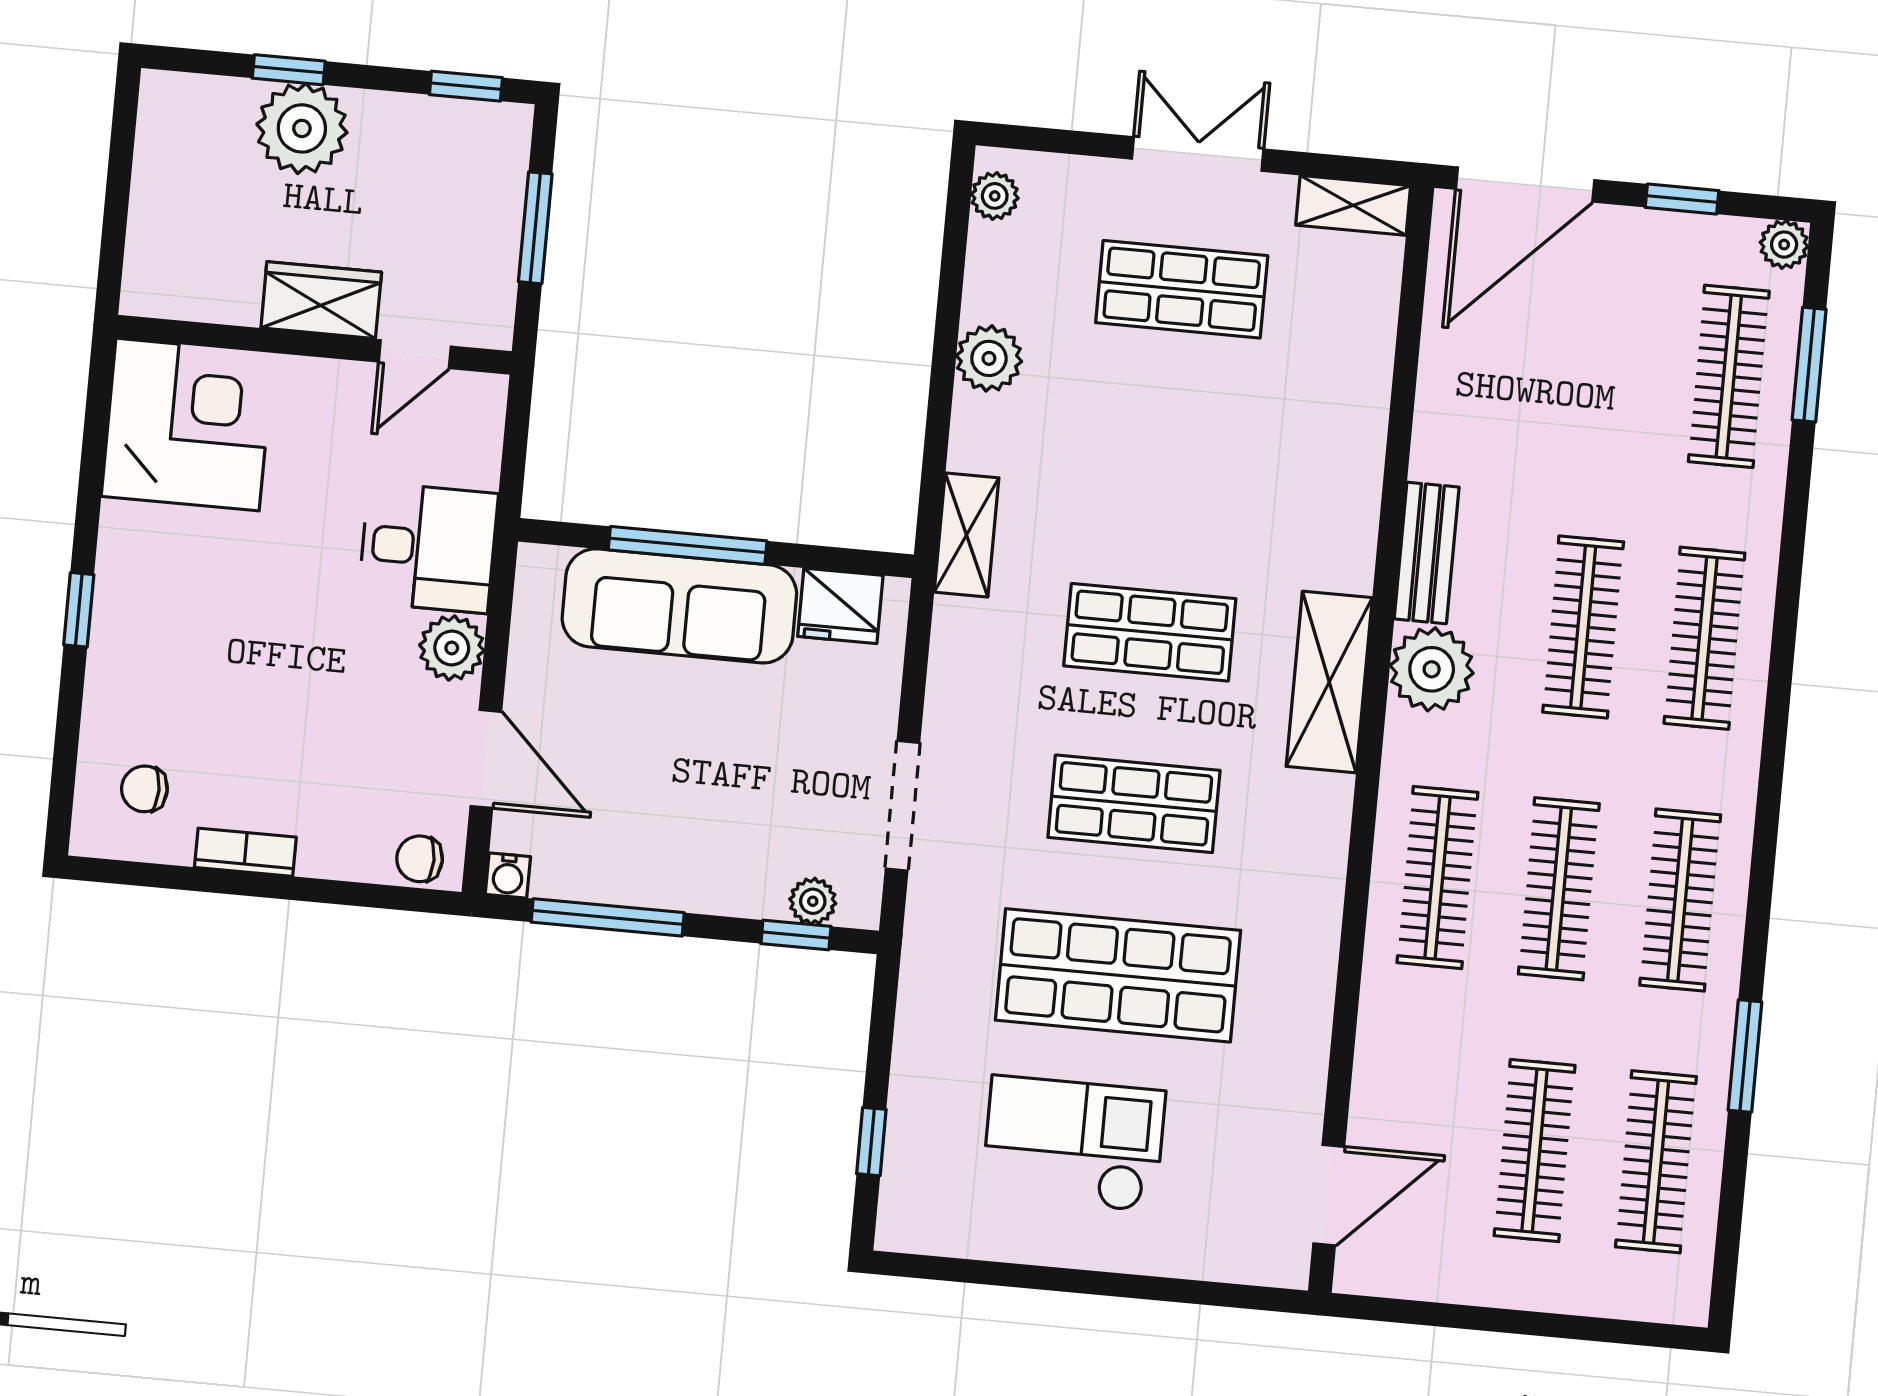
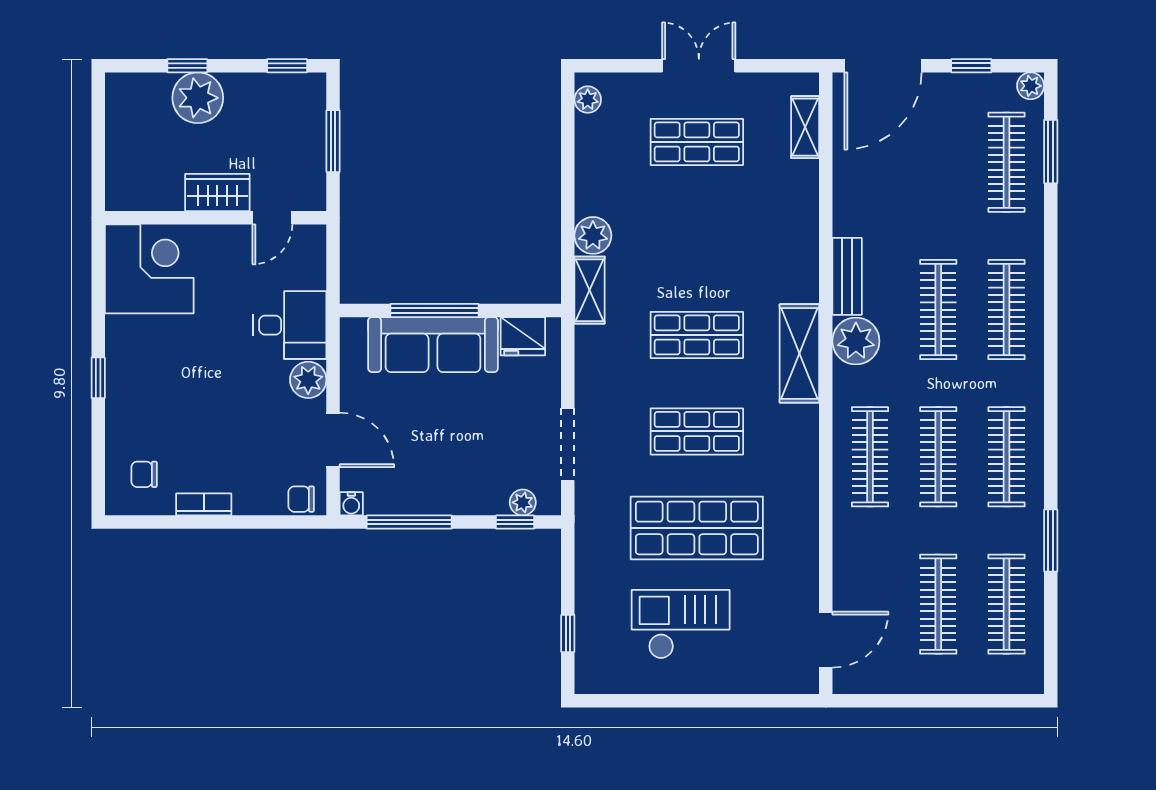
shelving: (1353, 205) -> (805, 127), moved, turned 90
plant: (989, 358) -> (593, 235), moved

